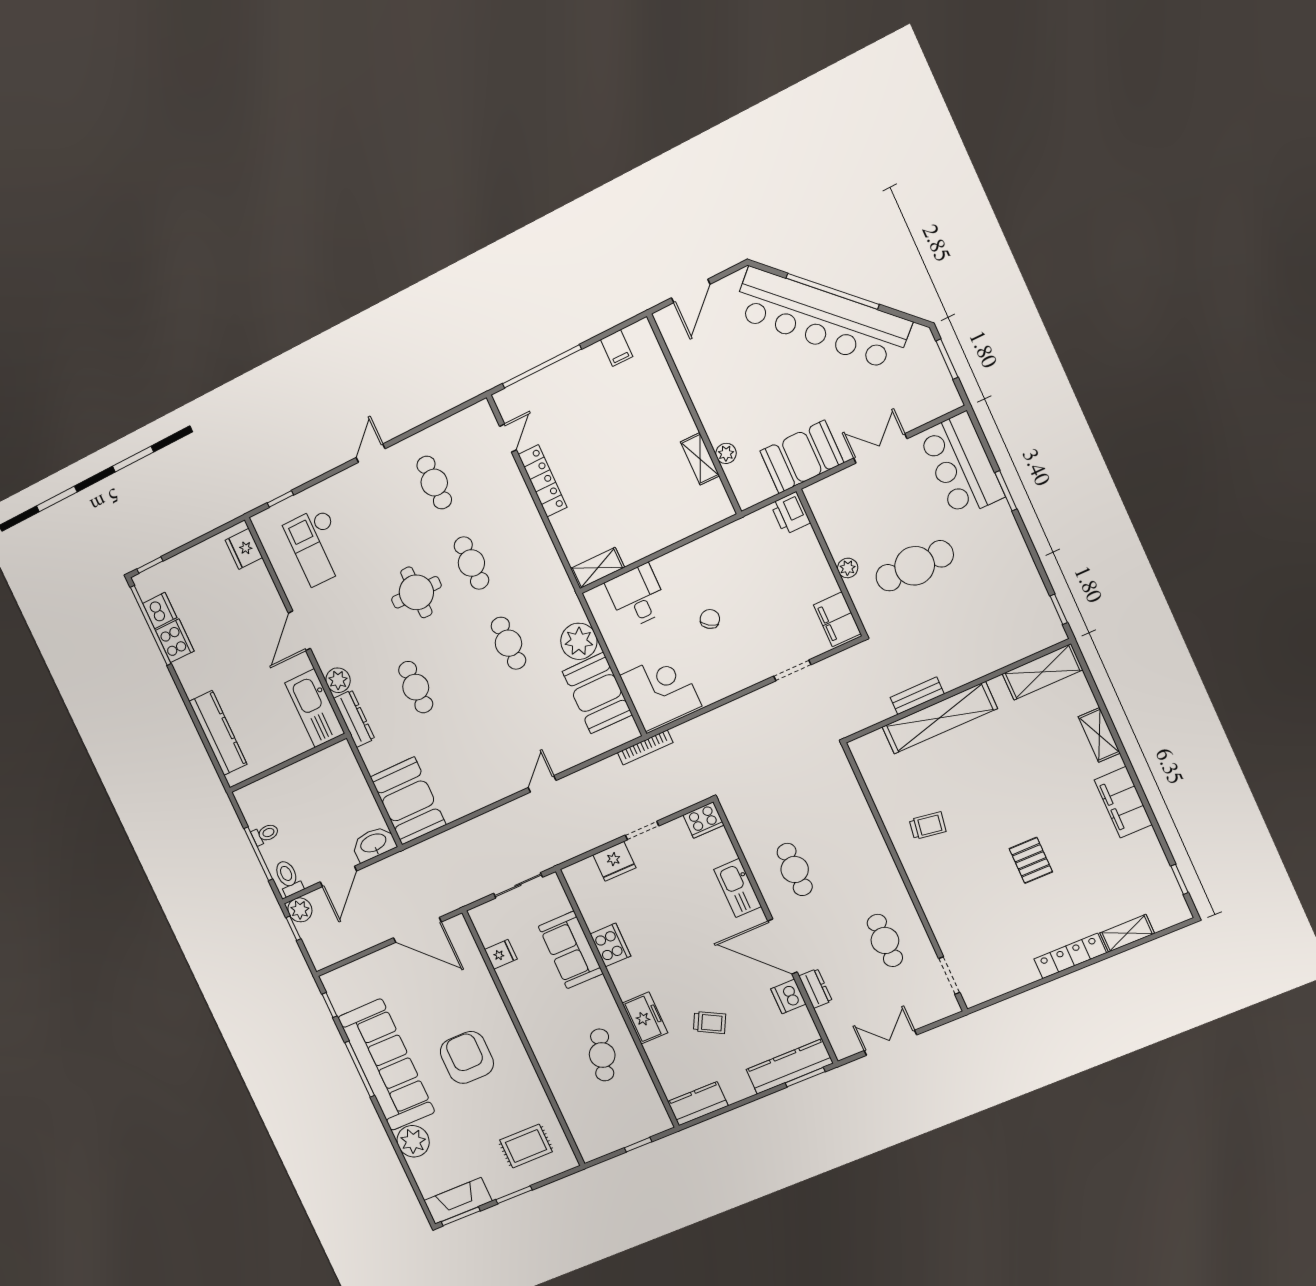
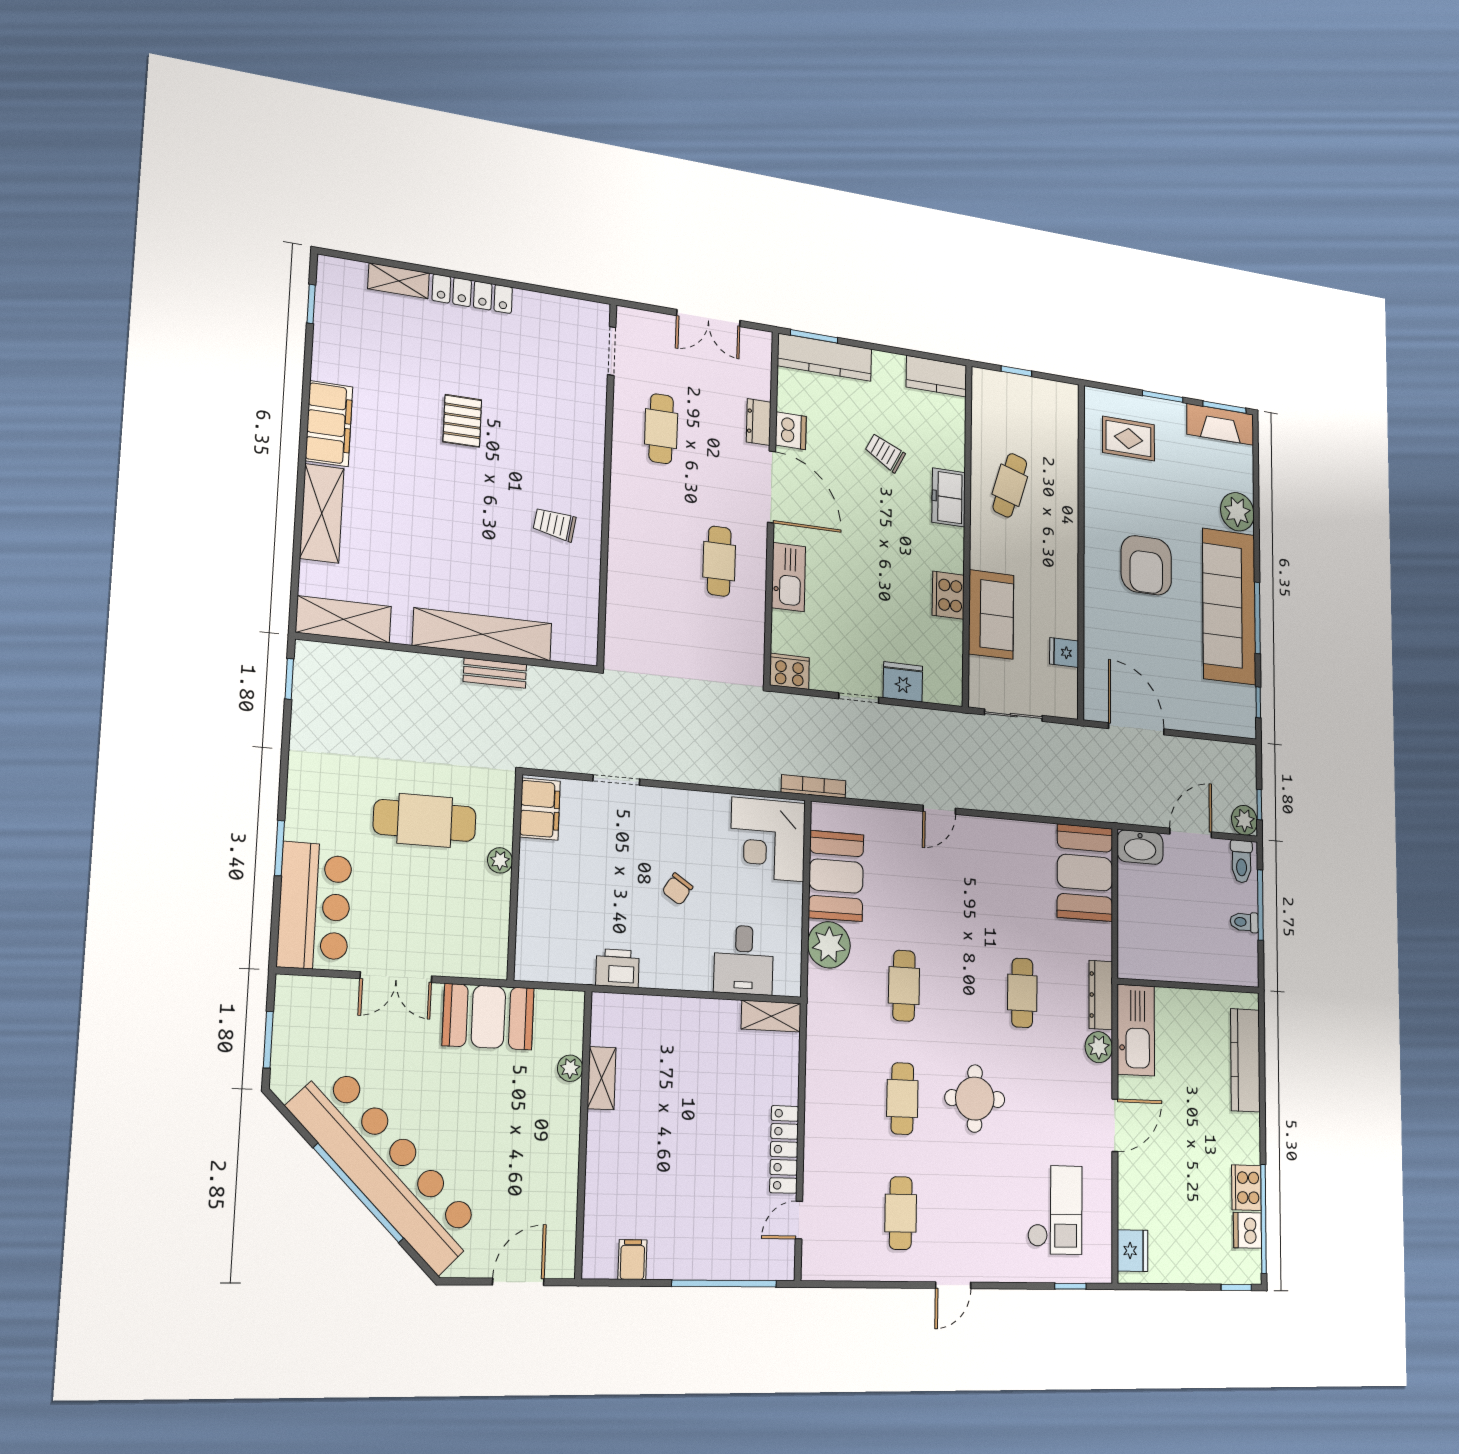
printer: (790, 513) -> (618, 968), moved, turned -90
shelving: (1099, 735) -> (322, 513), width x1.50, depth x1.33

